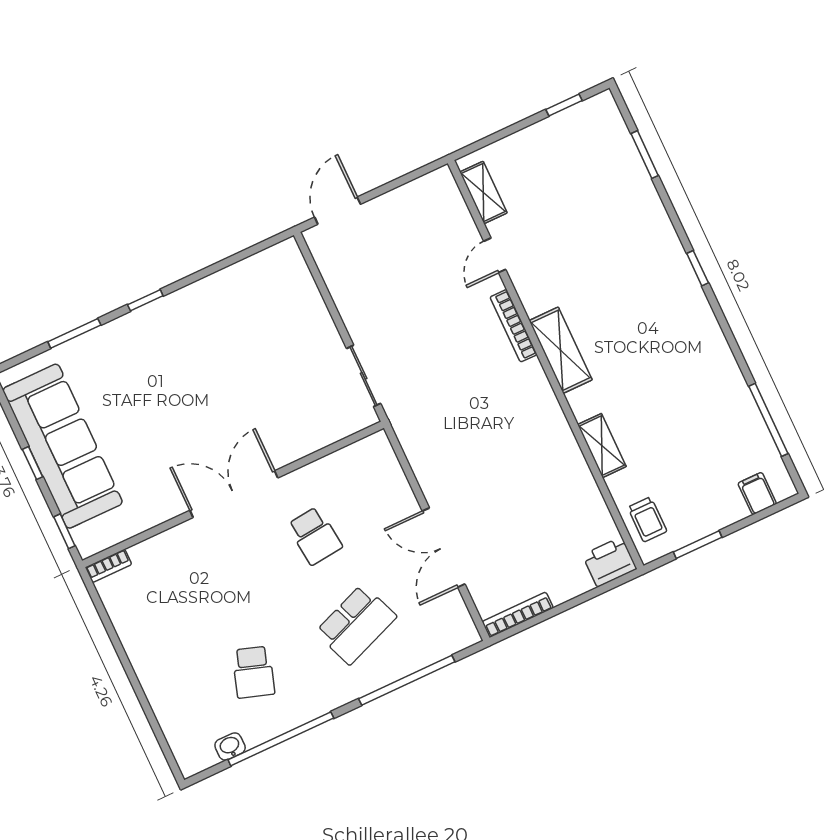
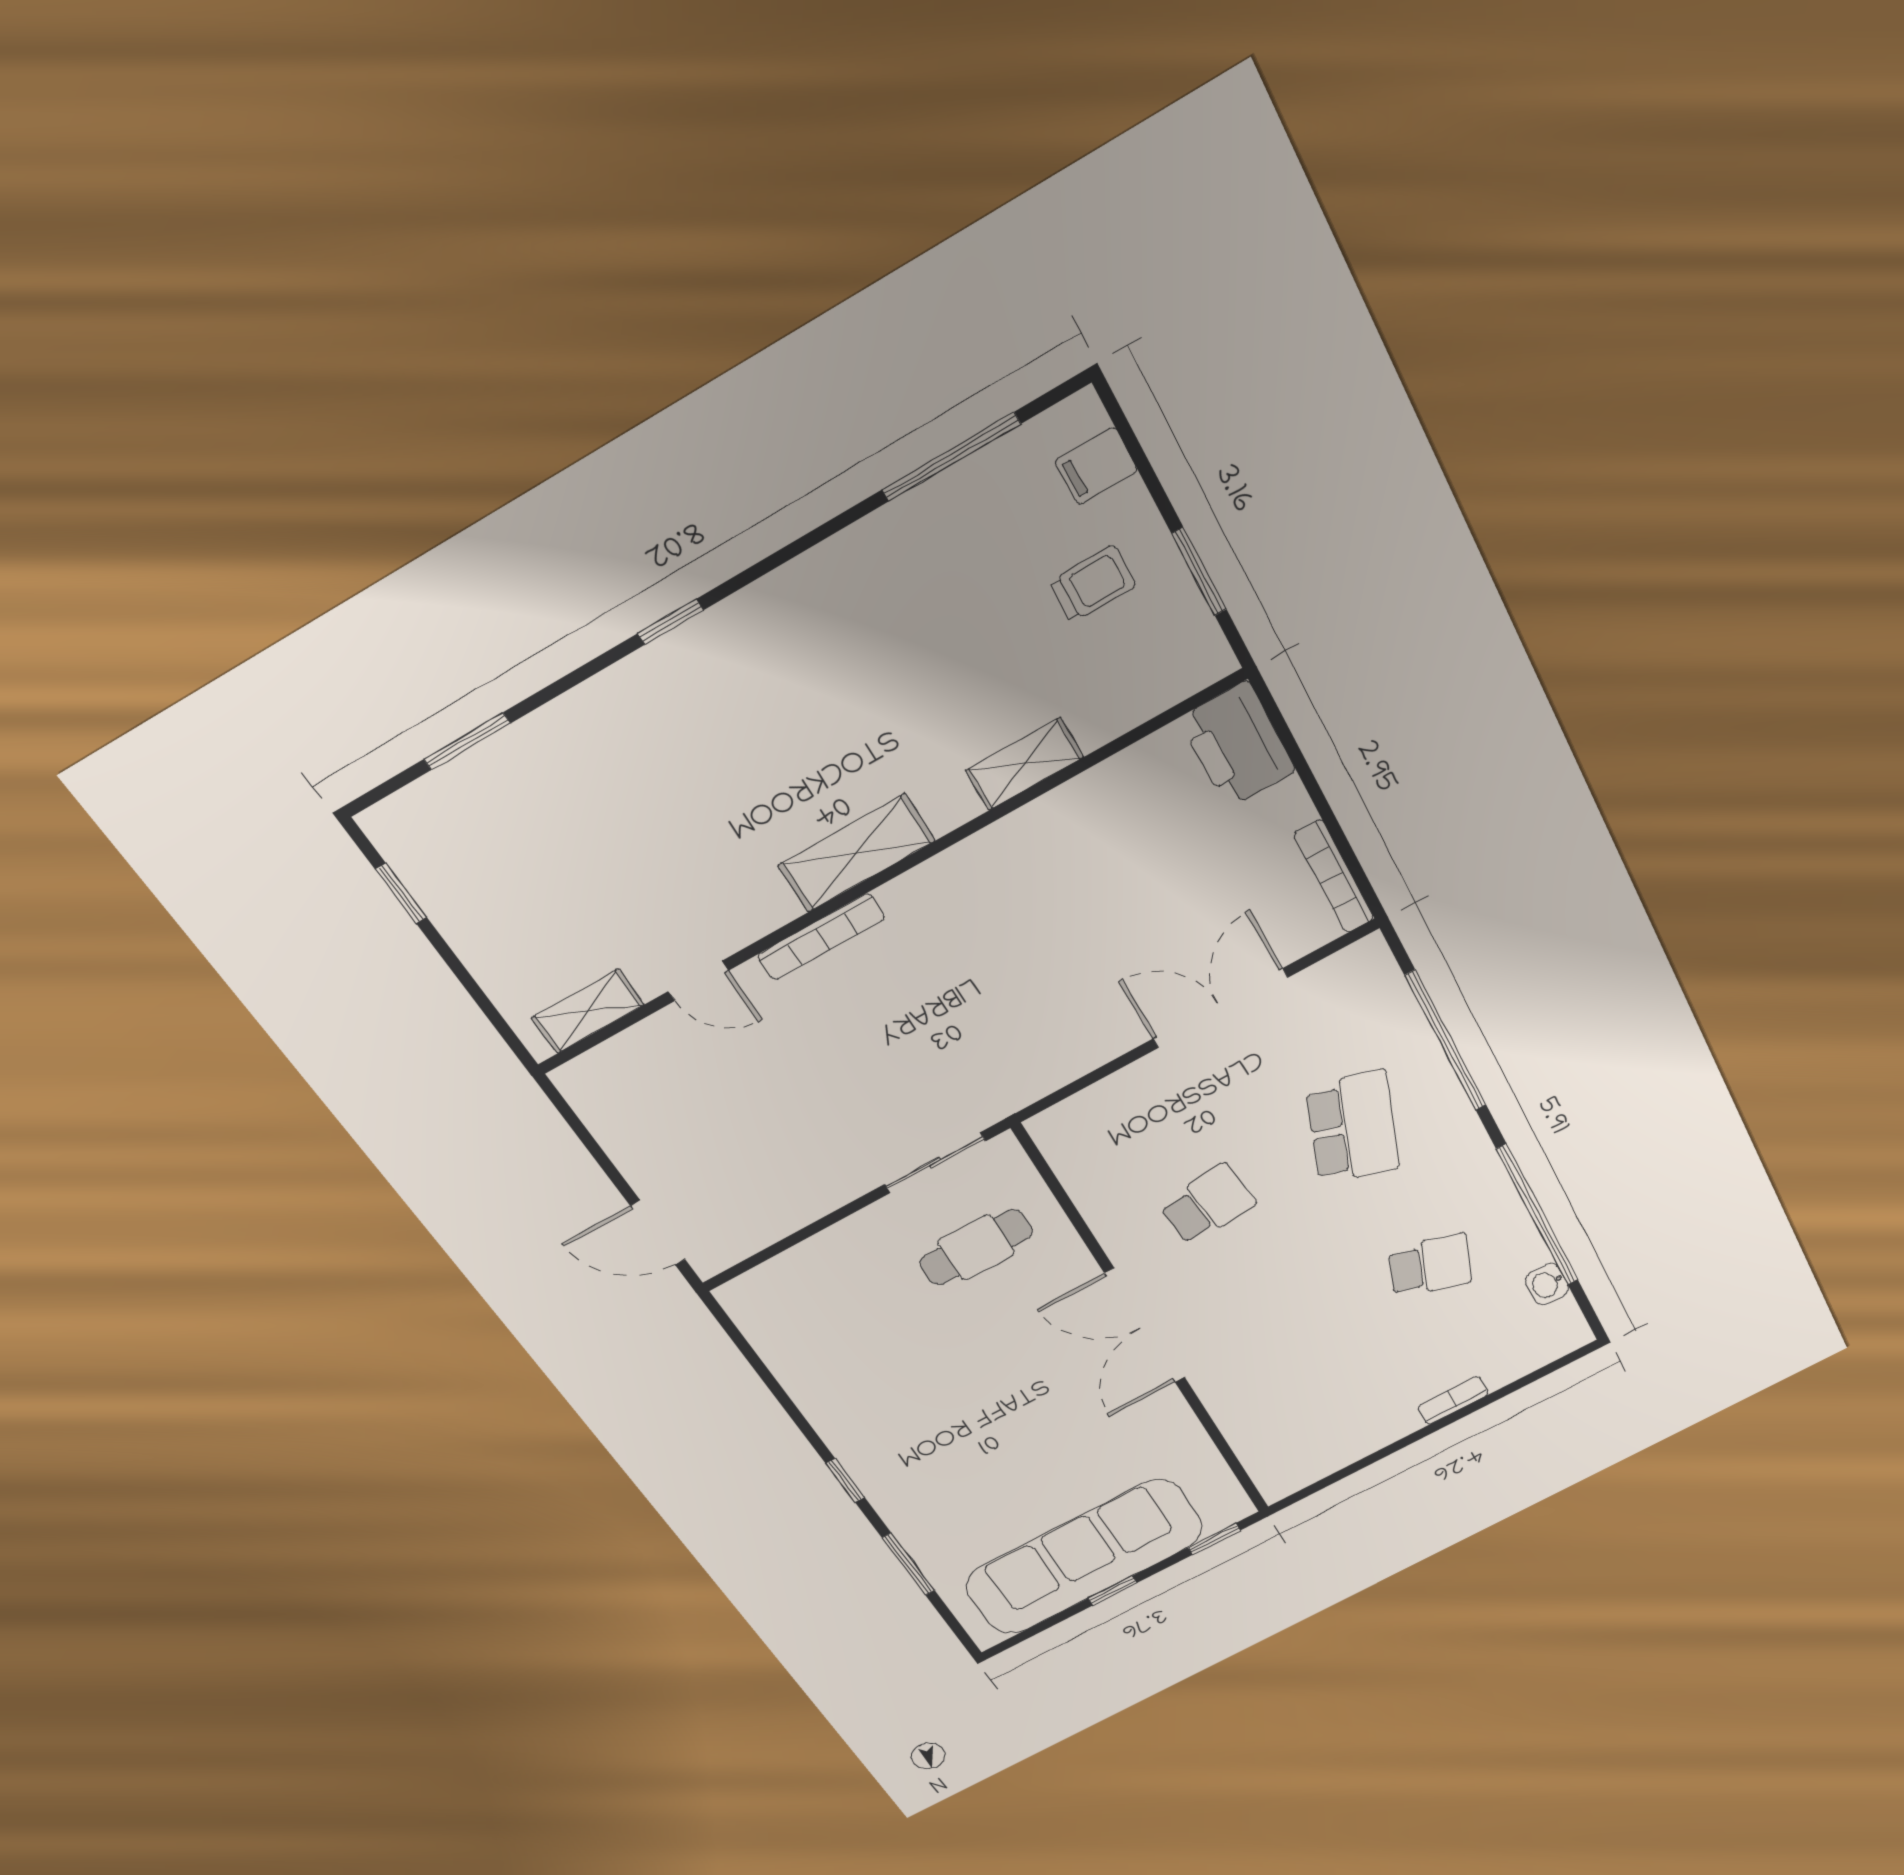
cafe table: (303, 395) -> (976, 1247), added
trolley: (647, 519) -> (1093, 584), moved
double door: (444, 548) -> (1220, 1008), swing flipped
printer: (610, 562) -> (1237, 745), width x1.37, depth x1.19
bookcase: (108, 566) -> (1453, 1400), moved, turned -90
school desk: (356, 624) -> (1353, 1128), turned 39

